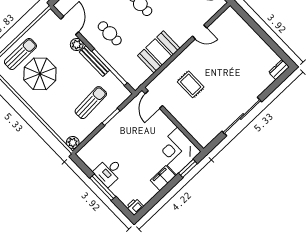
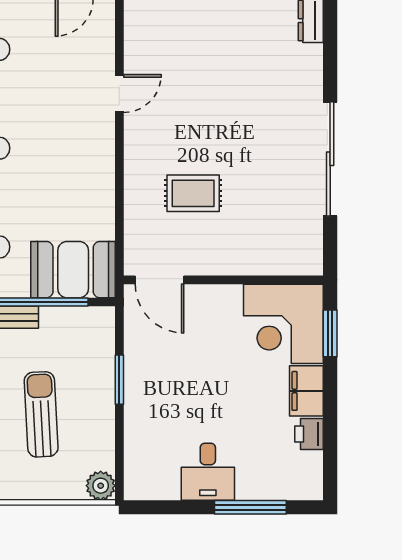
booth: (159, 52) -> (73, 270), moved, turned 90
sun lounger: (91, 103) -> (41, 414), moved
window: (103, 187) -> (250, 507), moved
printer: (135, 207) -> (309, 434), moved

